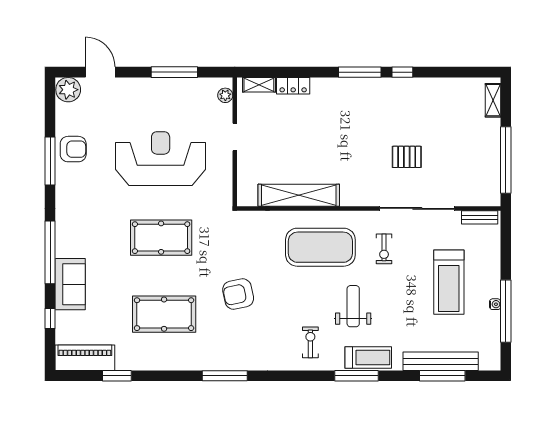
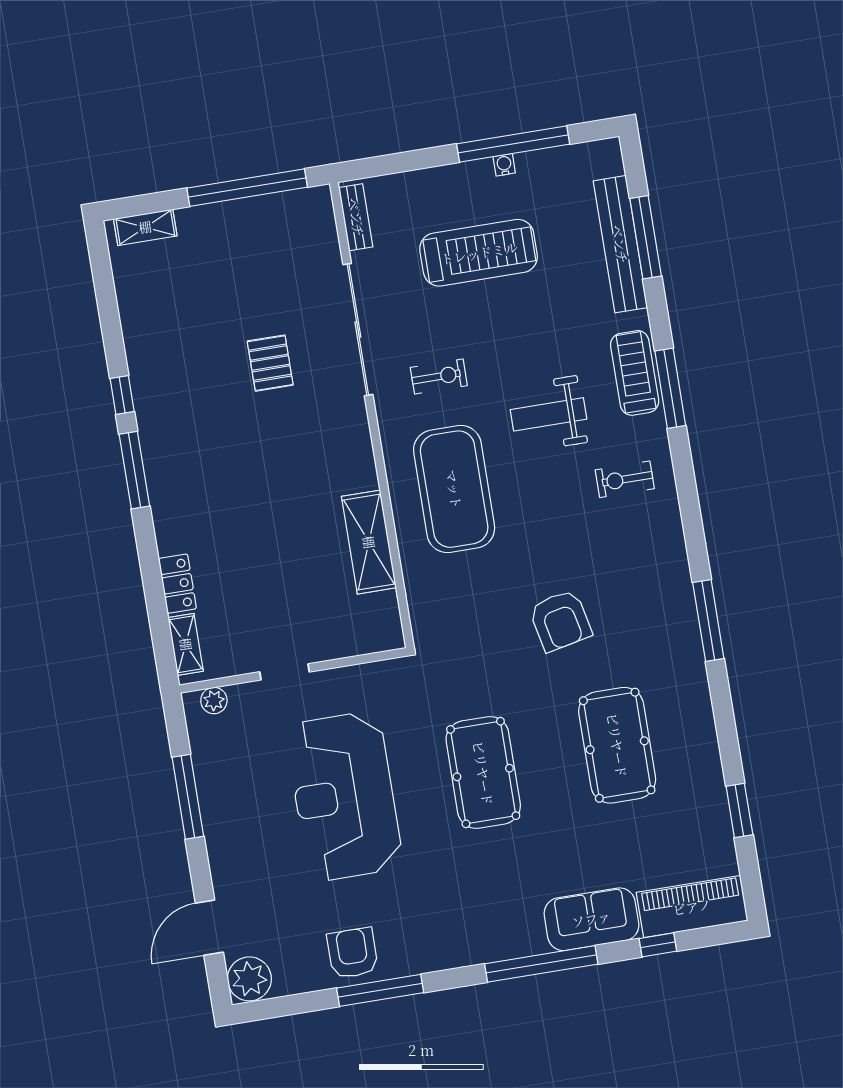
shelving: (299, 195) -> (369, 542), width x0.68
piano: (85, 358) -> (692, 907), moved, turned 90

